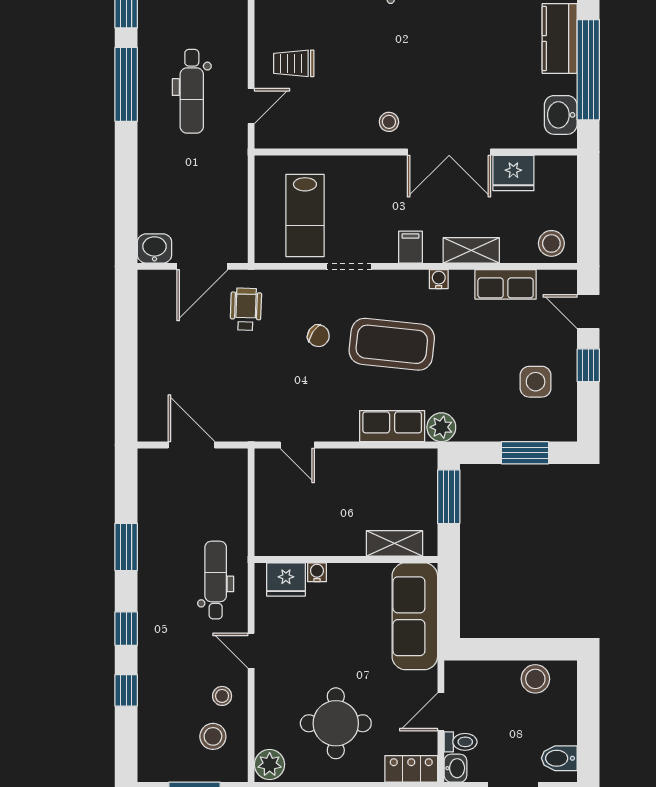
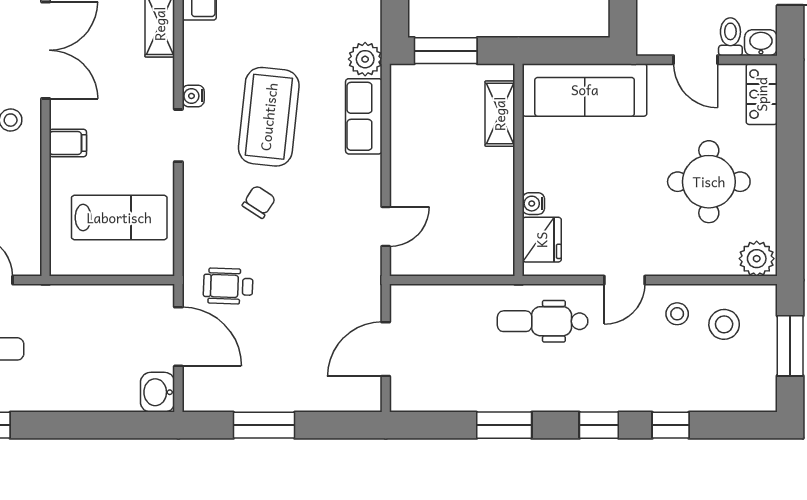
filing cabinet: (410, 247) -> (68, 143), moved, turned 180
doorway: (349, 266) -> (178, 136), moved
water cooler: (439, 279) -> (193, 96), moved
window: (126, 340) -> (264, 425), added

